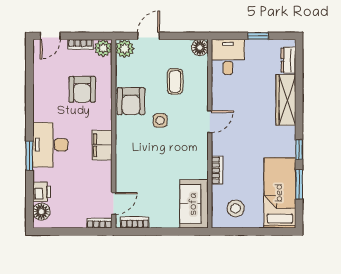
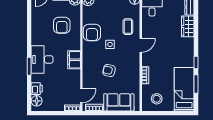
coffee table: (175, 81) -> (128, 27), moved
wardrobe: (286, 100) -> (188, 26), width x0.67
armchair: (159, 163) -> (109, 71), added
sofa: (194, 204) -> (119, 102), moved, turned 90

